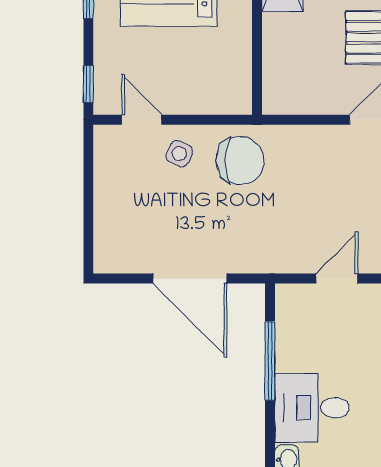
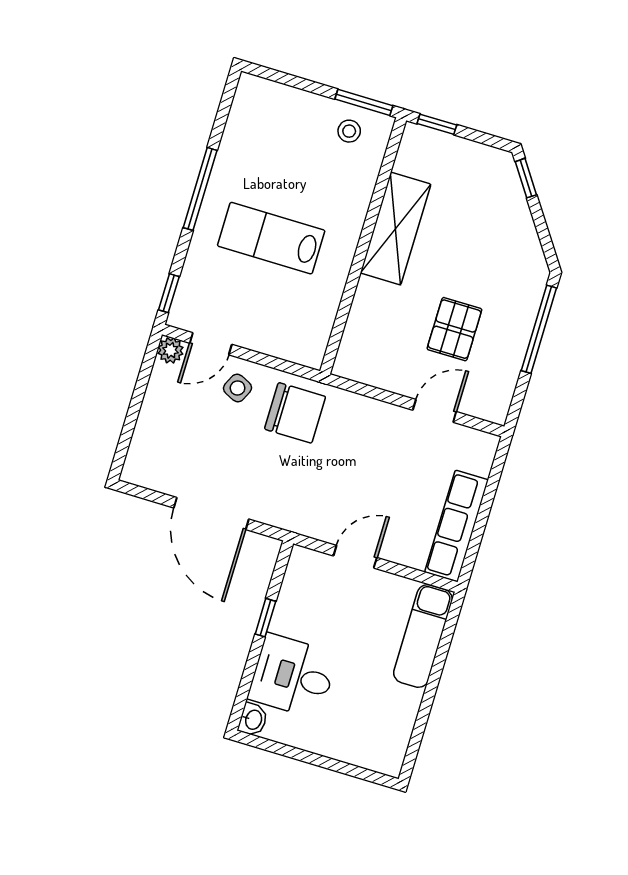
door: (142, 120) -> (211, 344), swing flipped
plant: (106, 137) -> (170, 350), added
window: (270, 361) -> (265, 618), width x0.46

